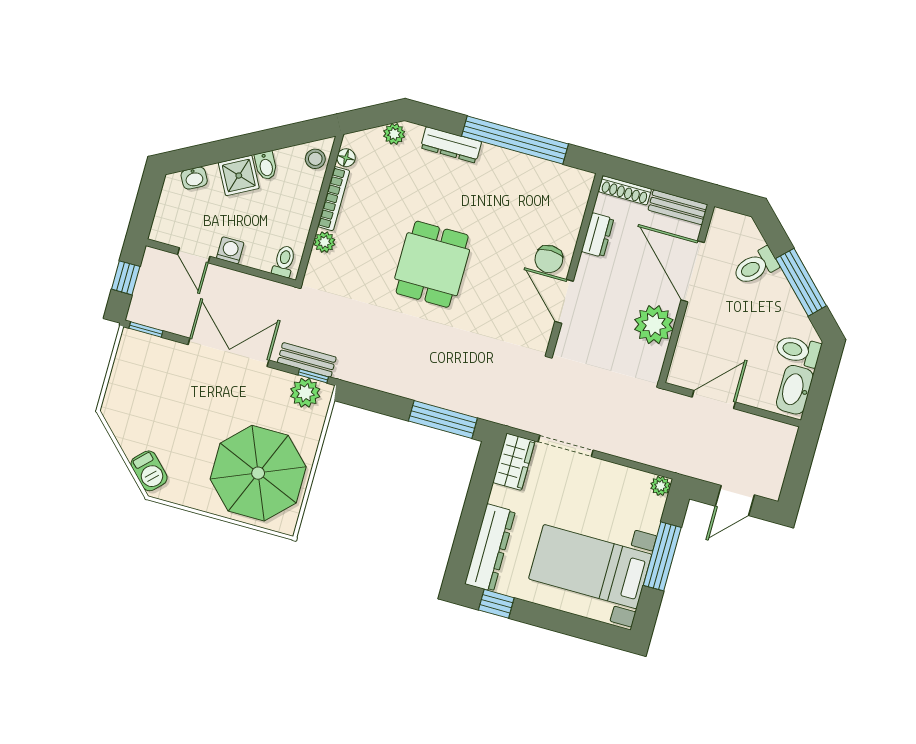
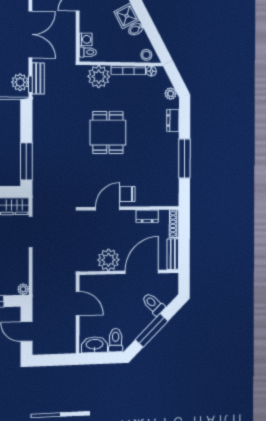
window: (515, 140) -> (184, 158), width x0.68
dresser: (451, 145) -> (173, 120), width x0.70
plant: (324, 242) -> (99, 77), width x1.88, depth x1.88
washing machine: (230, 250) -> (86, 39), moved
dining table: (432, 264) -> (108, 133), turned 90

